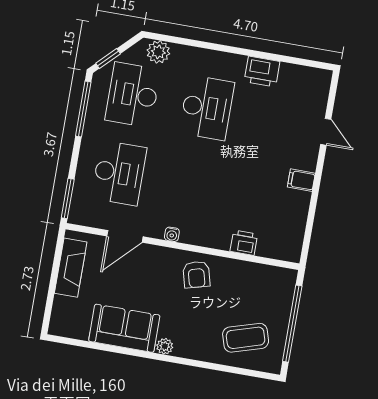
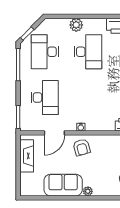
plant: (158, 52) -> (76, 25), moved
armchair: (196, 275) -> (82, 147), moved

